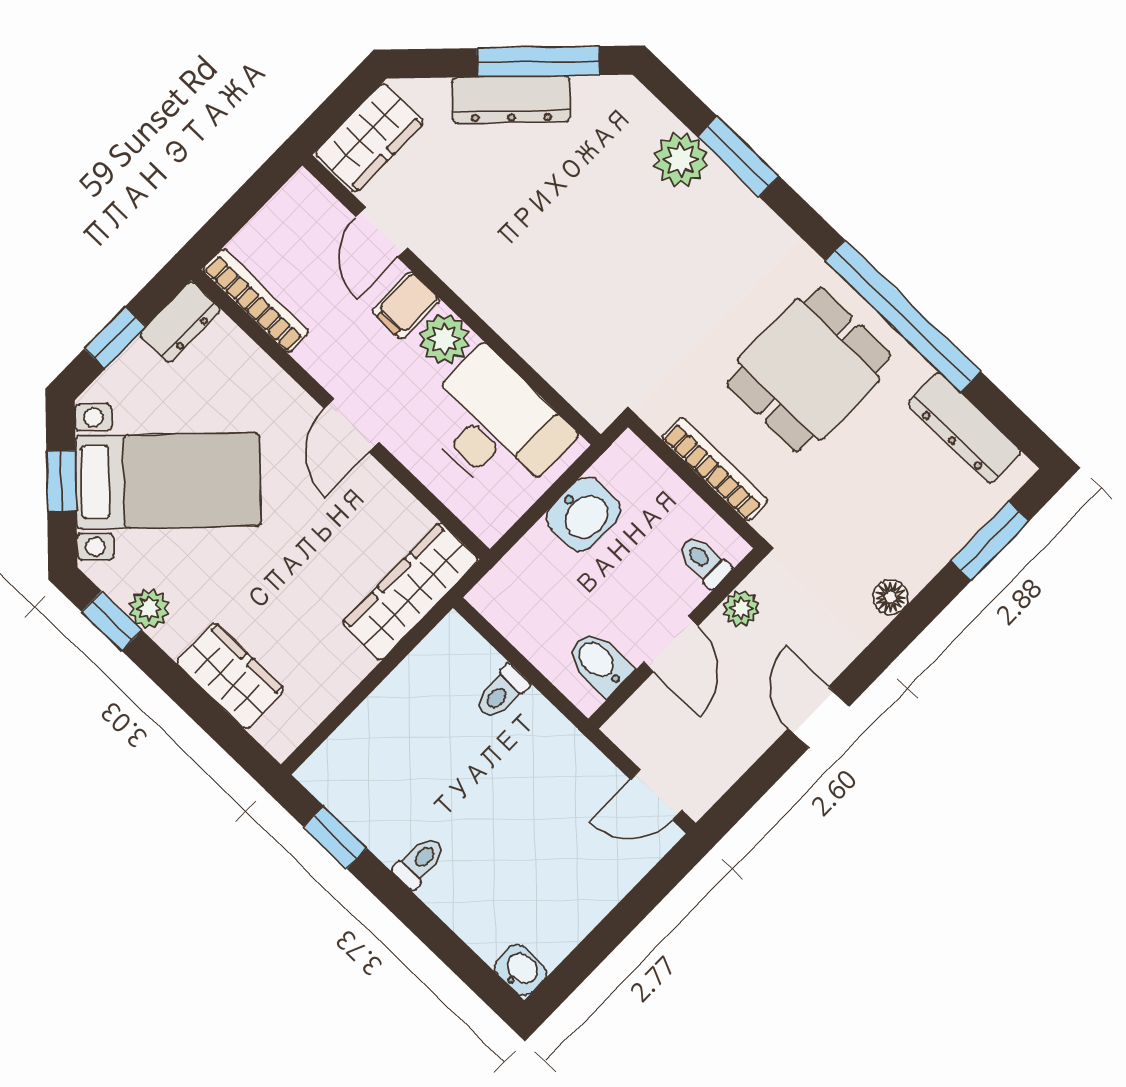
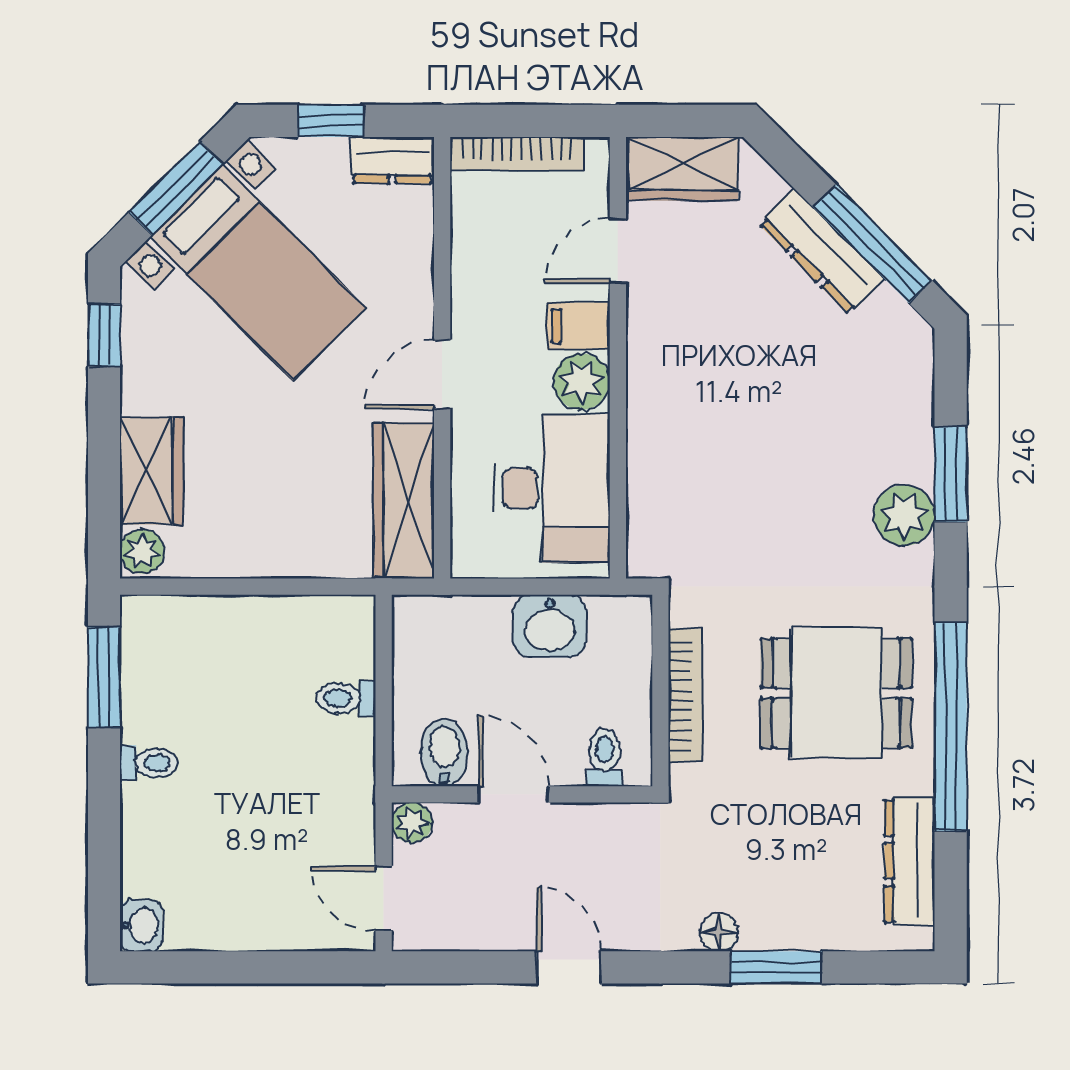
plant: (681, 159) -> (904, 515), moved
bookcase: (256, 301) -> (517, 154), moved, turned 90
window: (61, 481) -> (176, 188), width x1.50
window: (990, 541) -> (776, 967), moved
wardrobe: (410, 591) -> (404, 501), moved, turned -90
plant: (741, 608) -> (412, 823), moved
plant: (149, 609) -> (142, 551), moved
door: (671, 644) -> (514, 794), swing flipped
door: (819, 717) -> (569, 967), hinge flipped
window: (335, 837) -> (104, 677), width x1.50

